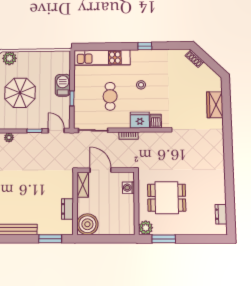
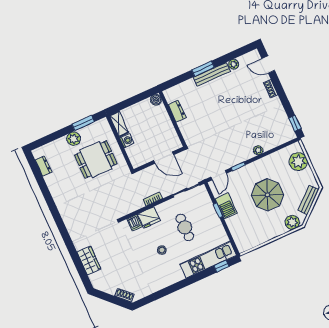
window: (145, 46) -> (222, 266), moved
barbecue: (63, 85) -> (226, 206), moved
door: (56, 131) -> (219, 175), hinge flipped
shelving: (83, 185) -> (119, 124), moved
washing machine: (128, 188) -> (127, 141), moved
boiler: (87, 224) -> (156, 100), width x0.54, depth x0.54
plant: (146, 228) -> (74, 139), moved
window: (50, 239) -> (203, 69), moved

